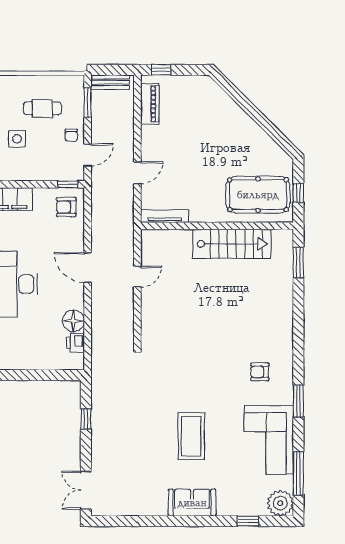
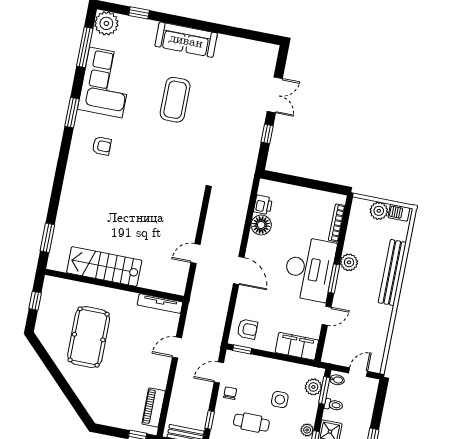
window: (88, 102) -> (210, 420), width x0.67
pool table: (258, 195) -> (89, 337), moved, turned 90
double door: (86, 490) -> (275, 95), moved
sofa: (192, 503) -> (186, 40), width x1.36

